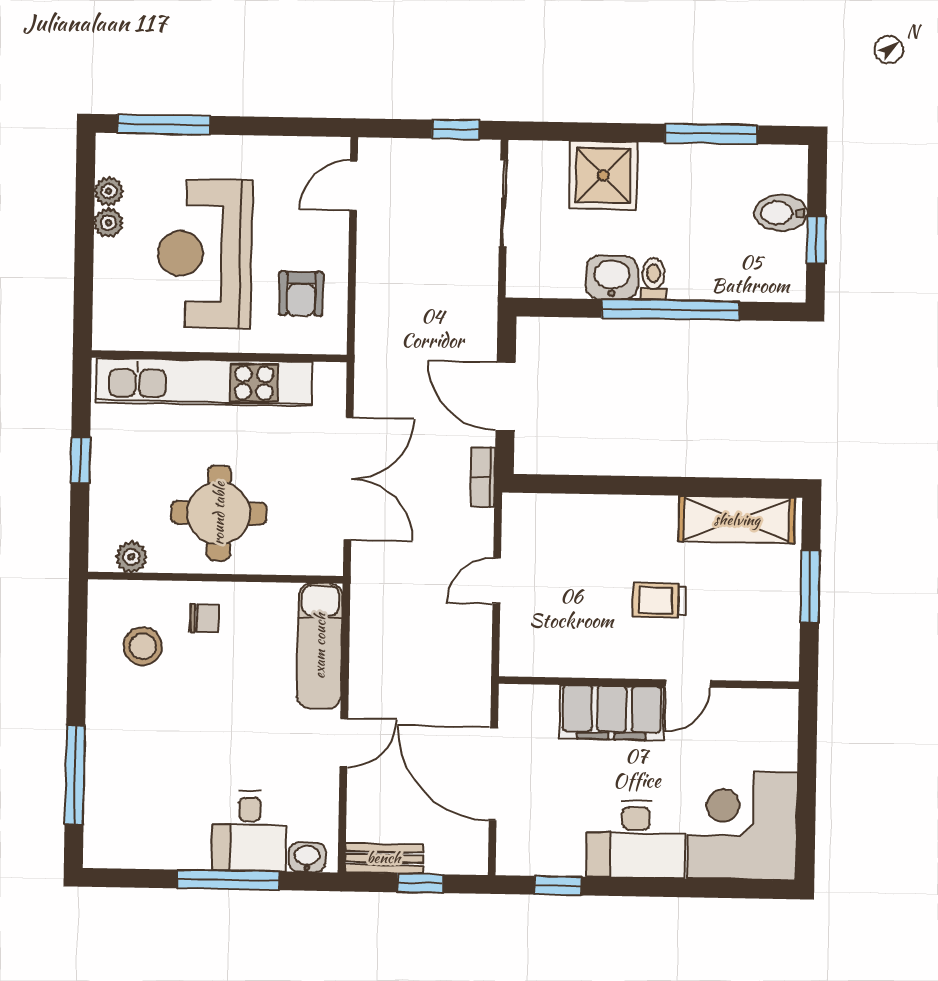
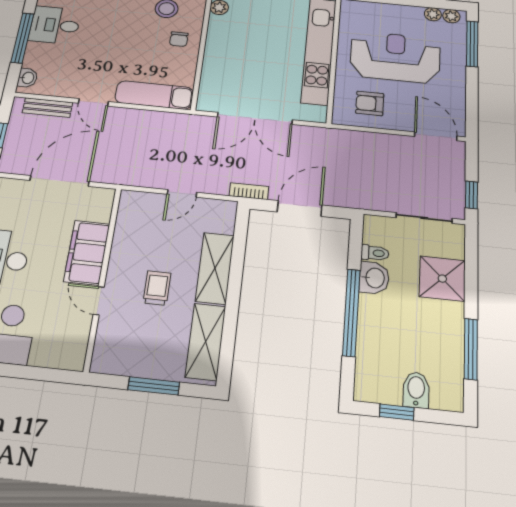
door: (354, 186) -> (436, 136), width x1.38
plant: (108, 223) -> (451, 16), moved
toilet: (653, 279) -> (375, 253), moved
round table: (219, 513) -> (240, 51), removed
shelving: (619, 517) -> (215, 268), added
door: (497, 581) -> (182, 193), swing flipped
desk: (250, 831) -> (55, 25), moved
bench: (384, 858) -> (47, 108), moved, turned 90

